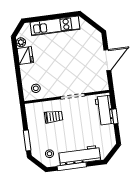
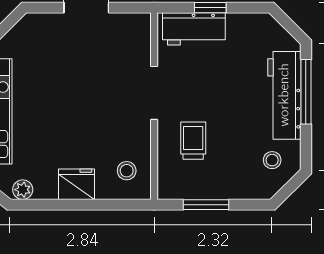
fridge: (25, 55) -> (77, 184), moved
window: (27, 140) -> (206, 205), moved
window: (72, 166) -> (306, 92), moved

